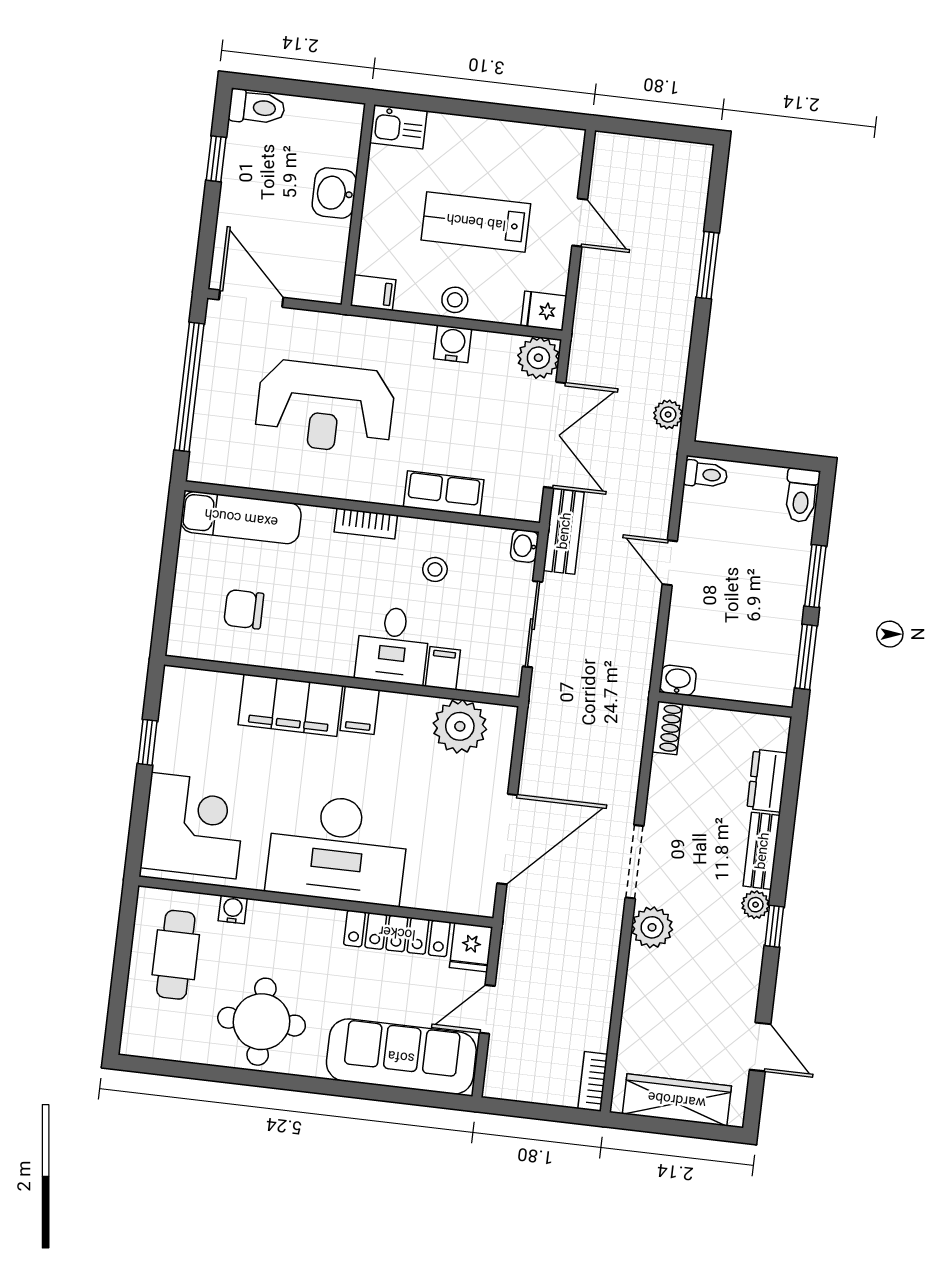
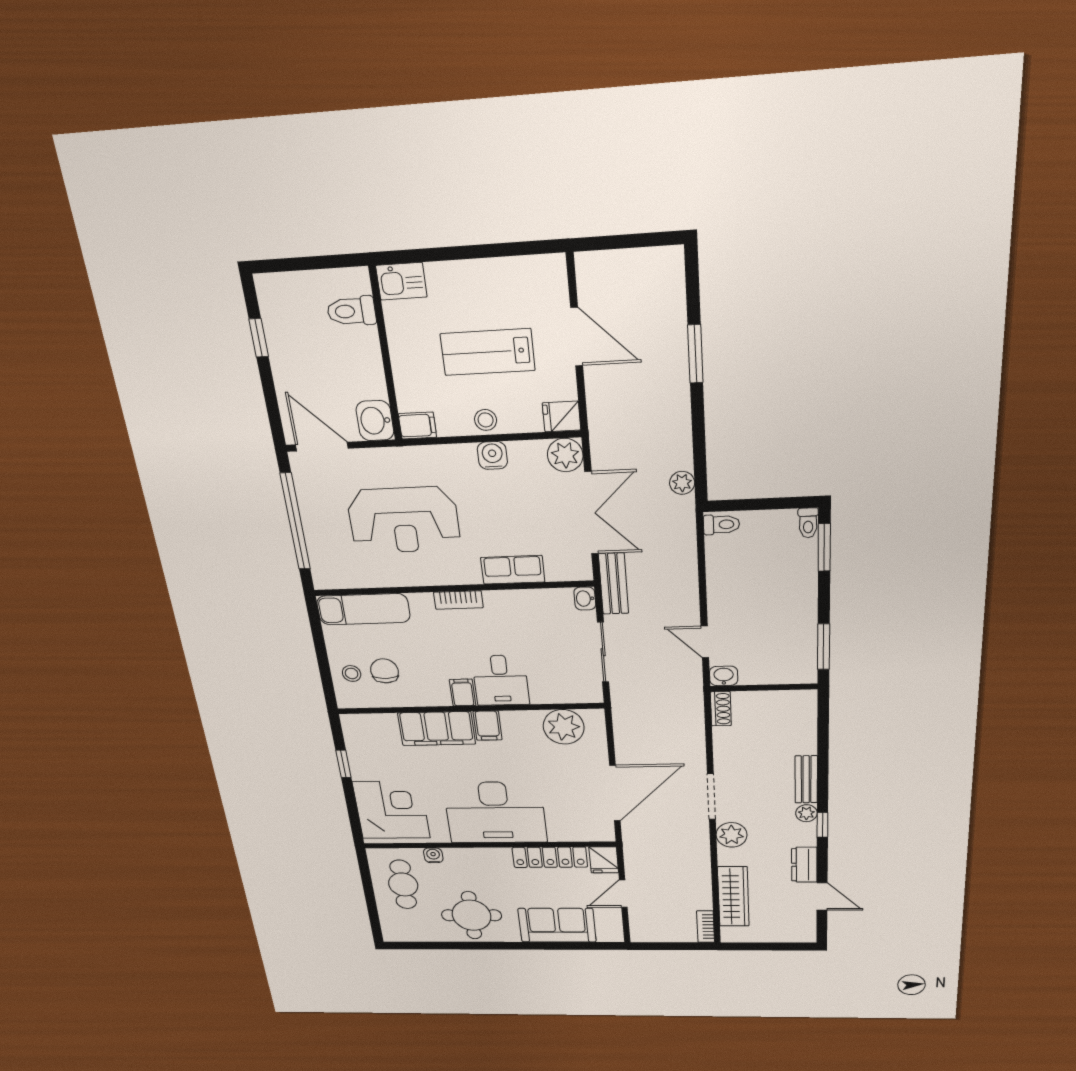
toilet: (257, 107) -> (351, 311), moved, turned 180
washbasin: (334, 193) -> (375, 421), moved
door: (580, 223) -> (577, 337), width x1.38
toilet: (801, 495) -> (808, 523), width x0.73, depth x0.72
door: (670, 563) -> (705, 642), moved
stool: (435, 569) -> (352, 673), moved
window: (815, 576) -> (824, 548), moved
chair: (244, 609) -> (384, 671), turned 90
filing cabinet: (443, 668) -> (463, 693), moved
dresser: (767, 781) -> (804, 865), moved
sofa: (401, 1057) -> (557, 925), width x0.73
wardrobe: (677, 1100) -> (733, 897), moved, turned 90

